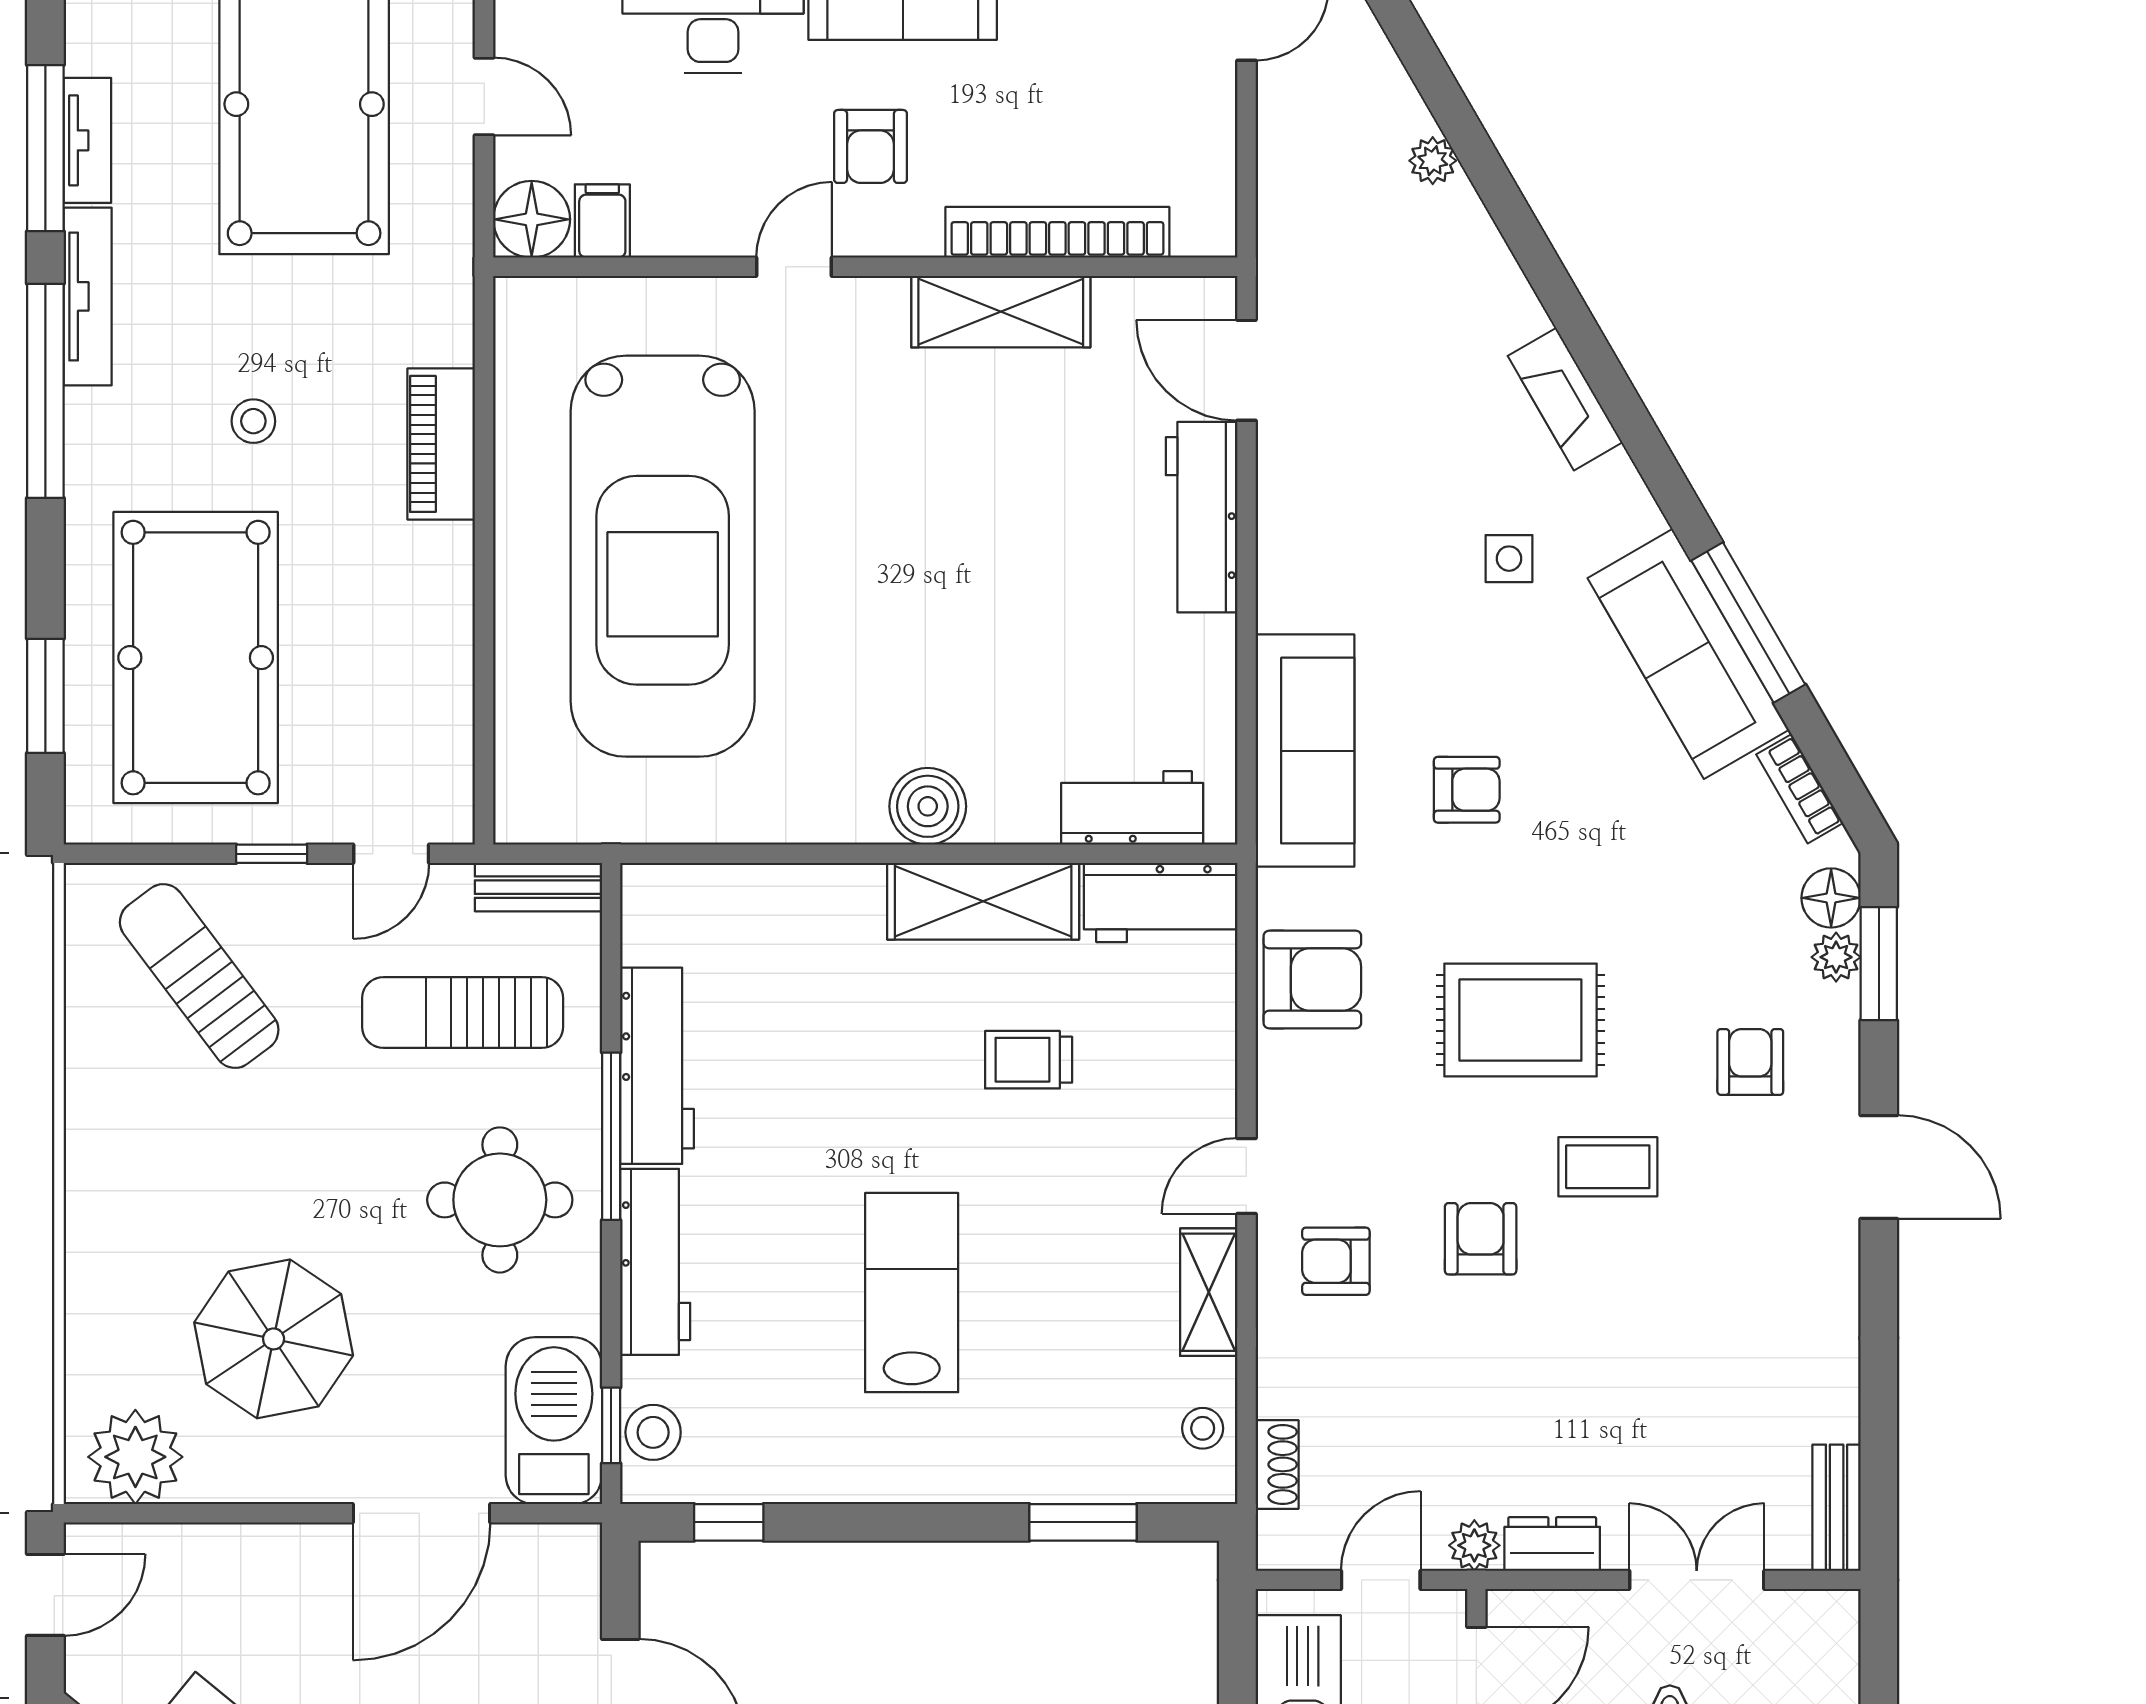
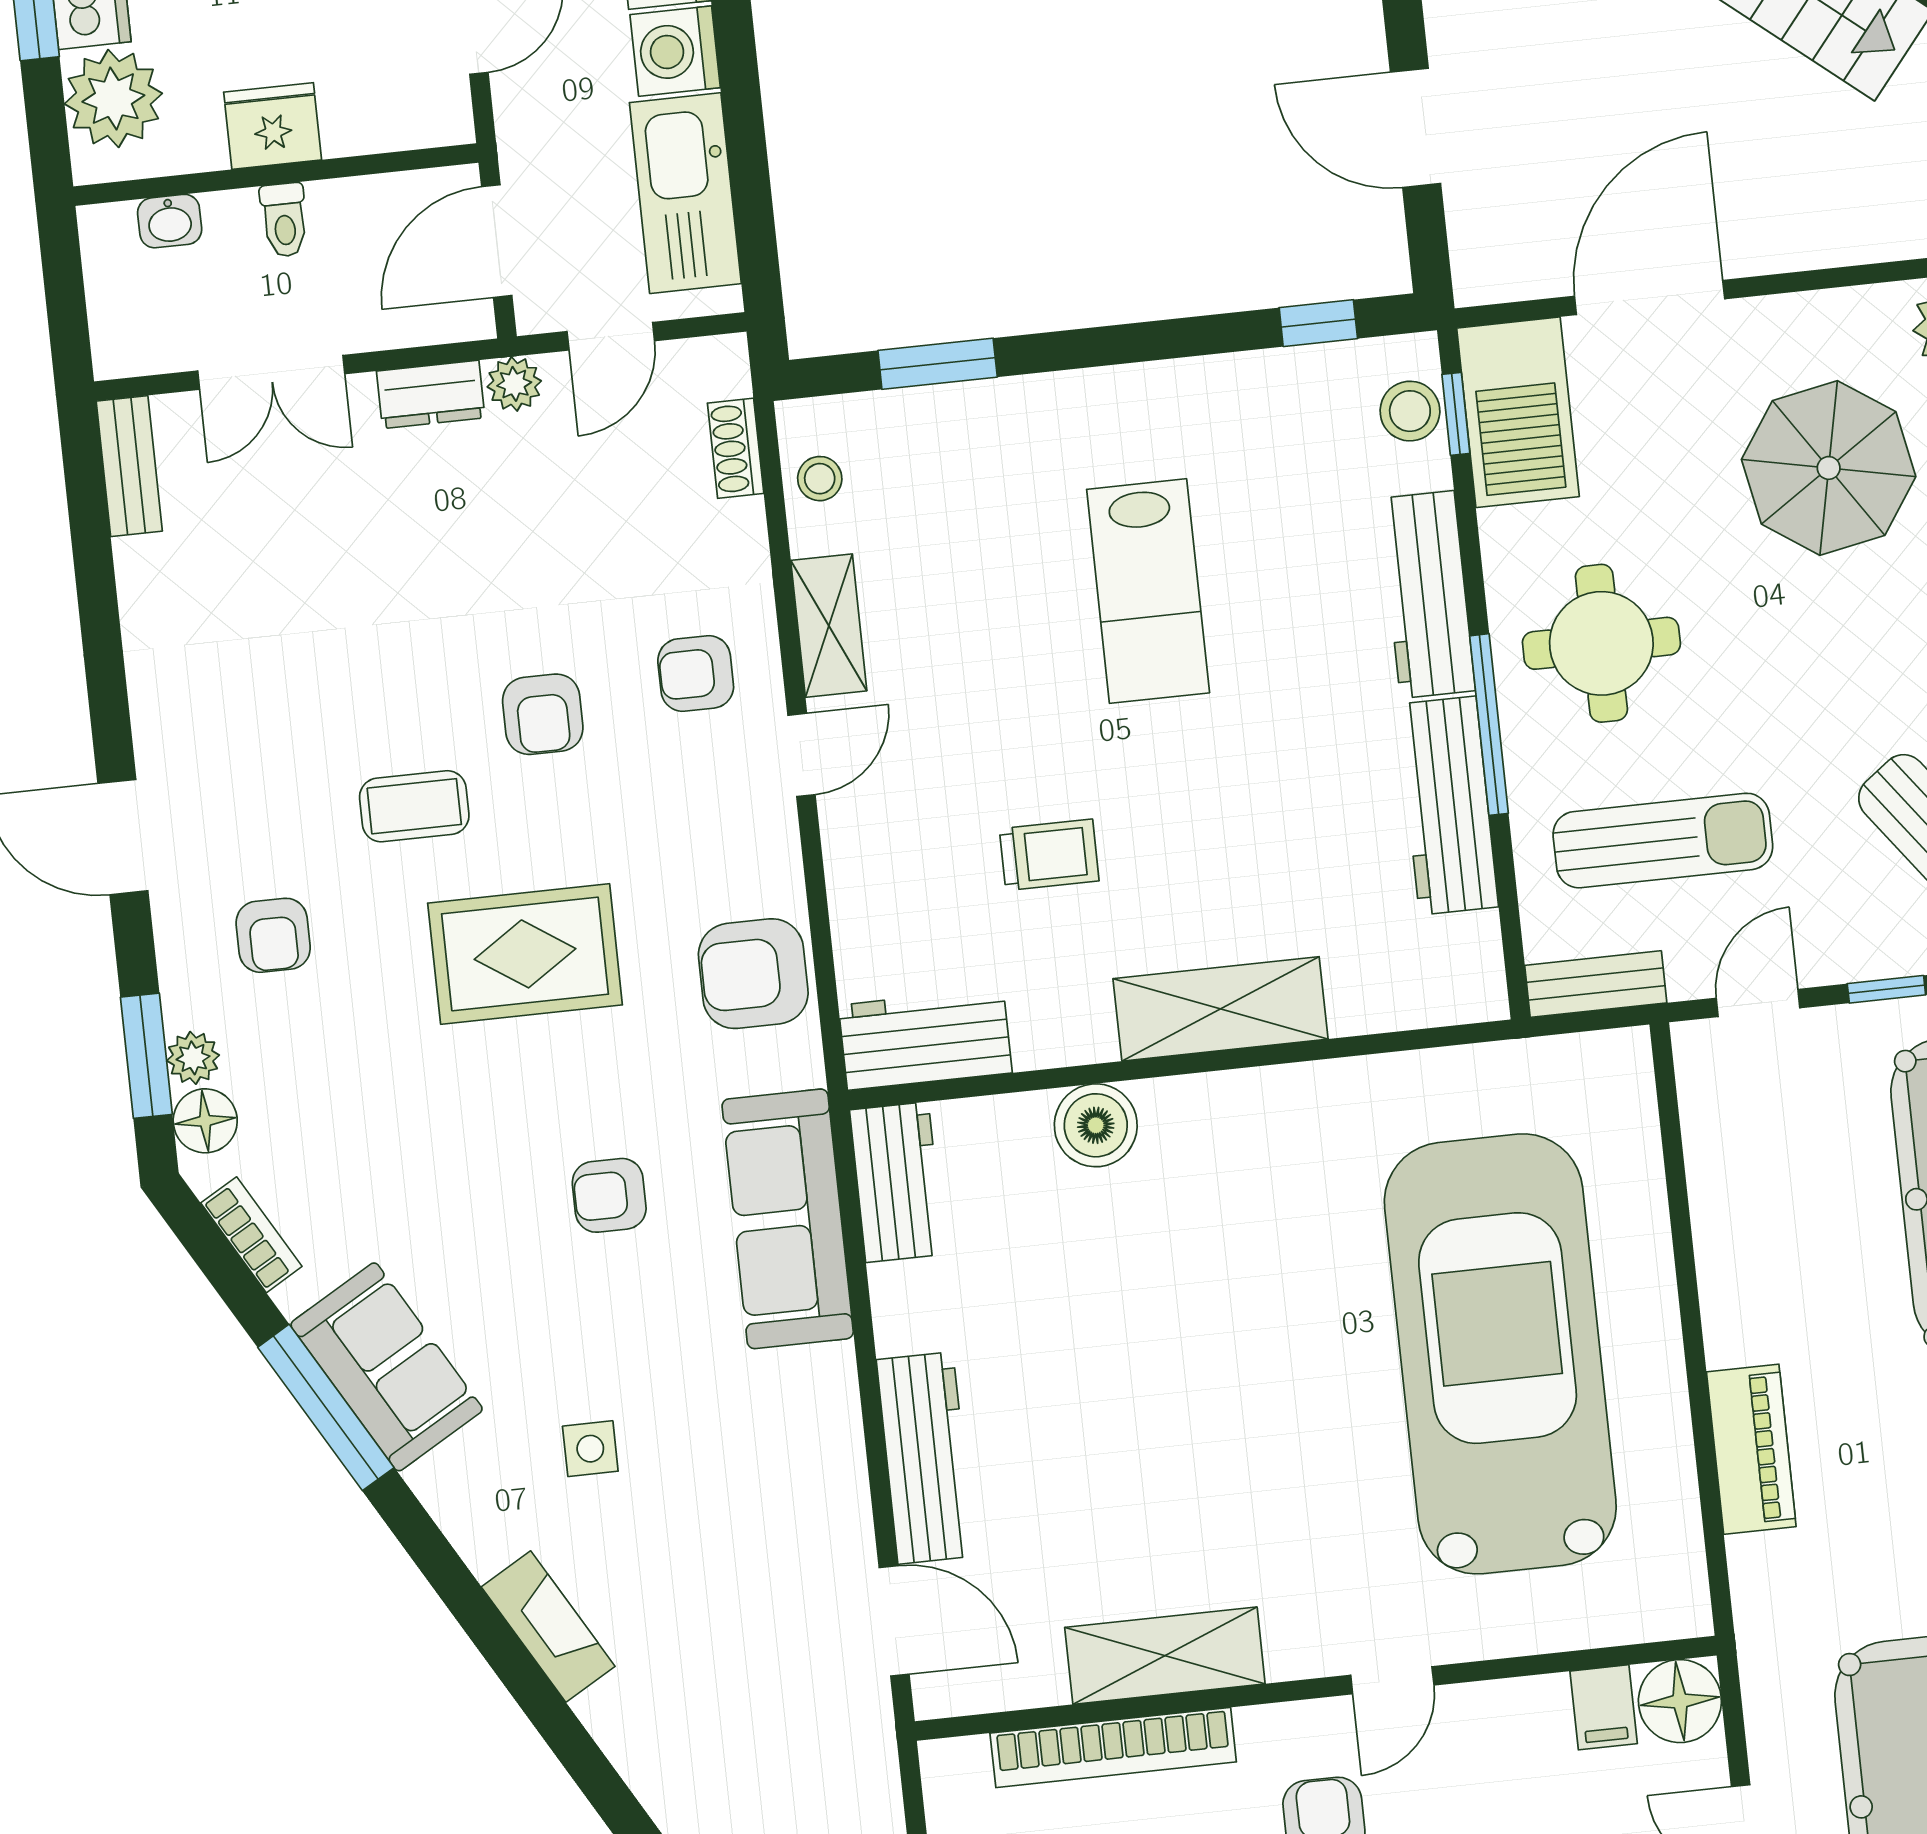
sofa: (1688, 654) -> (387, 1367), width x0.73
boiler: (928, 806) -> (1096, 1125), moved
workbench: (1132, 808) -> (897, 1182), moved, turned -90
shelving: (983, 901) -> (1220, 1009), moved
armchair: (1336, 1261) -> (696, 673), turned 180

